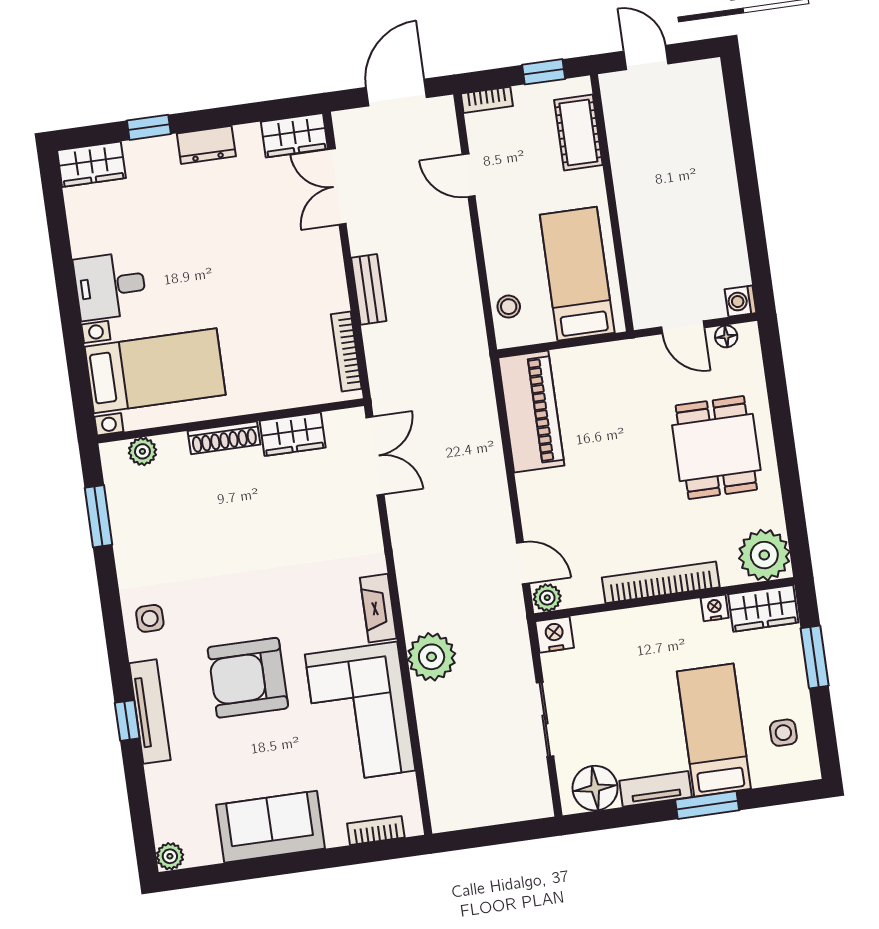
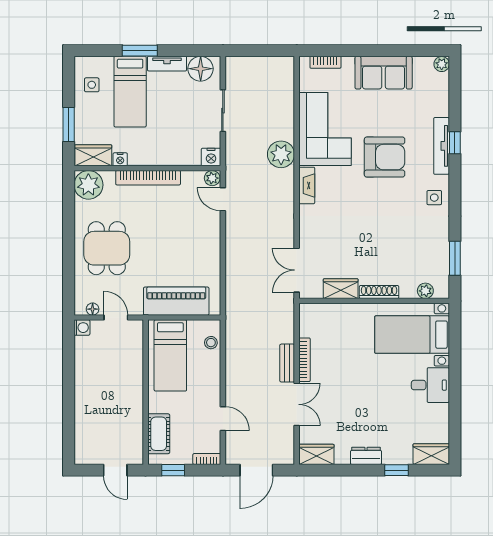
double door: (337, 187) -> (297, 404), moved
bookcase: (346, 351) -> (304, 360), moved
piano: (531, 411) -> (176, 301), moved, turned 90

